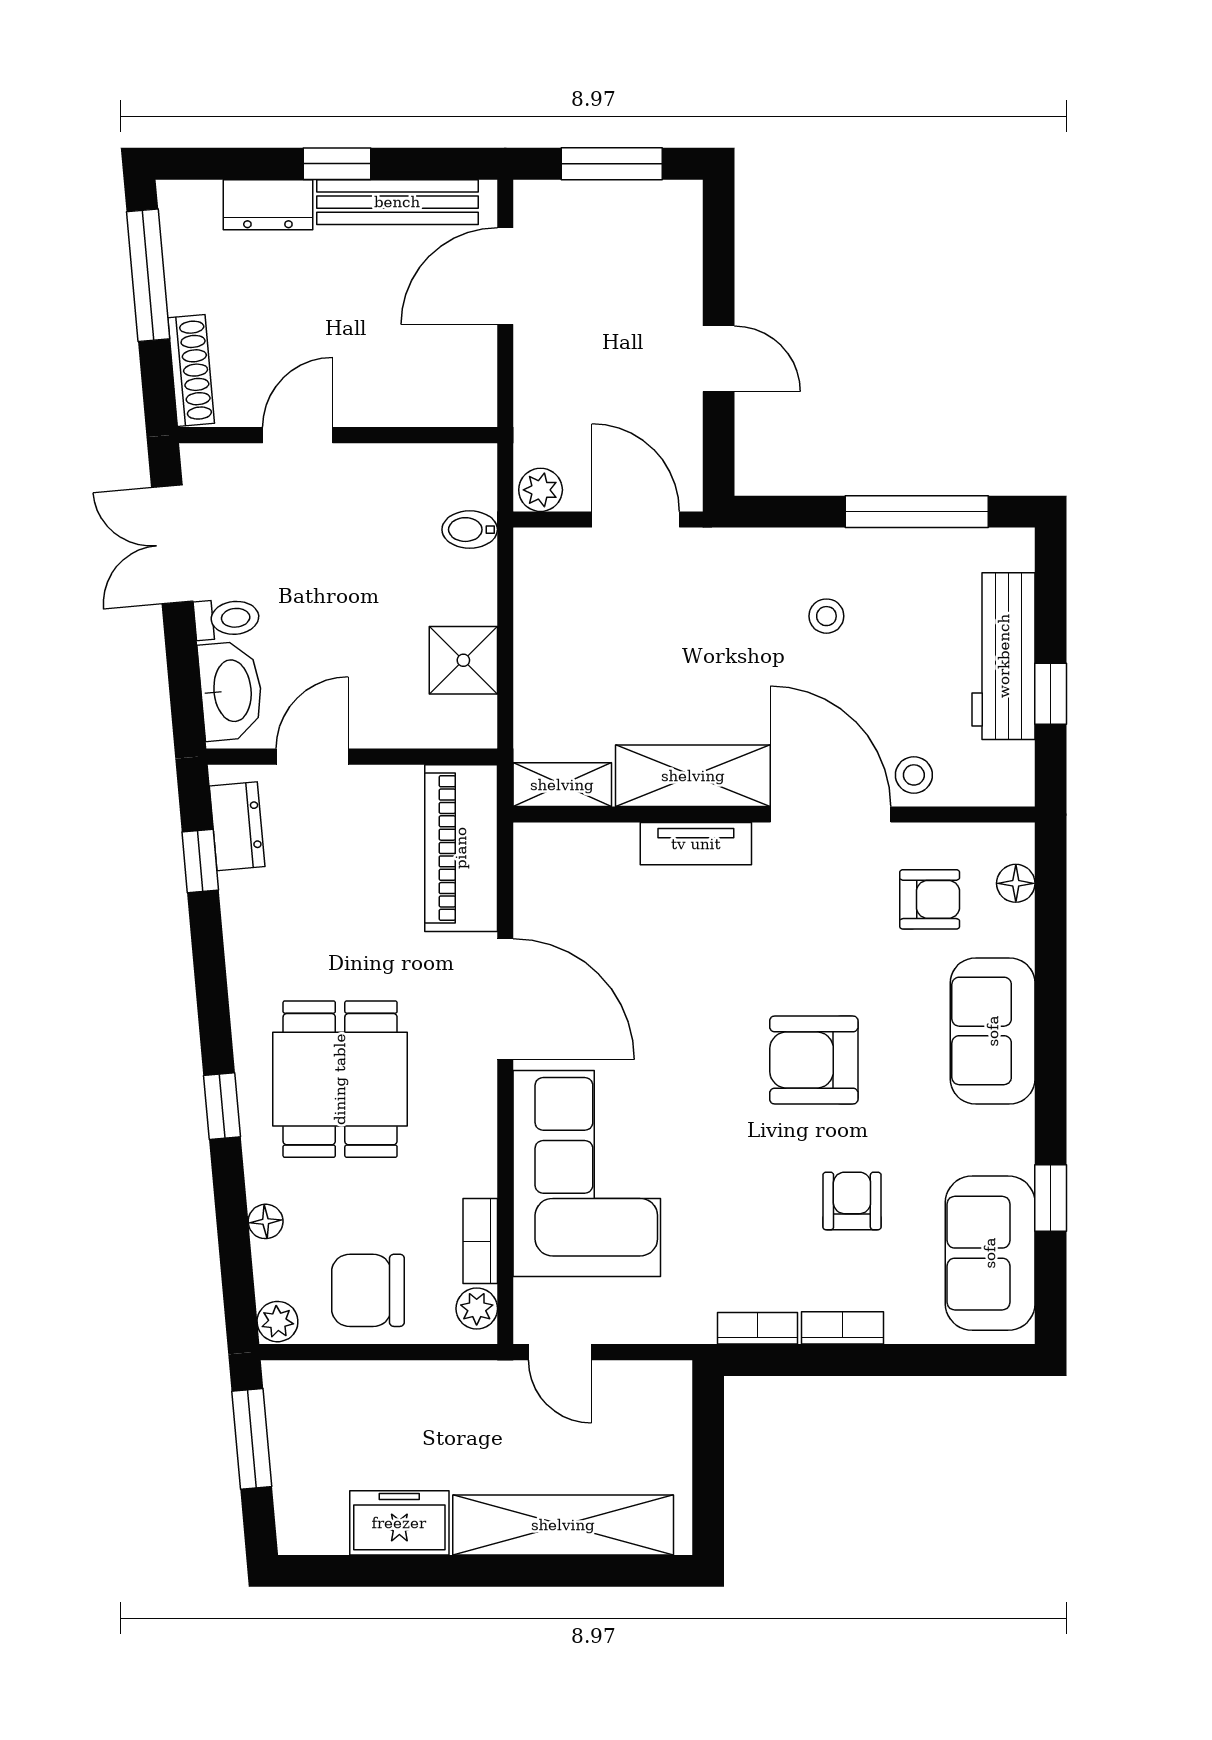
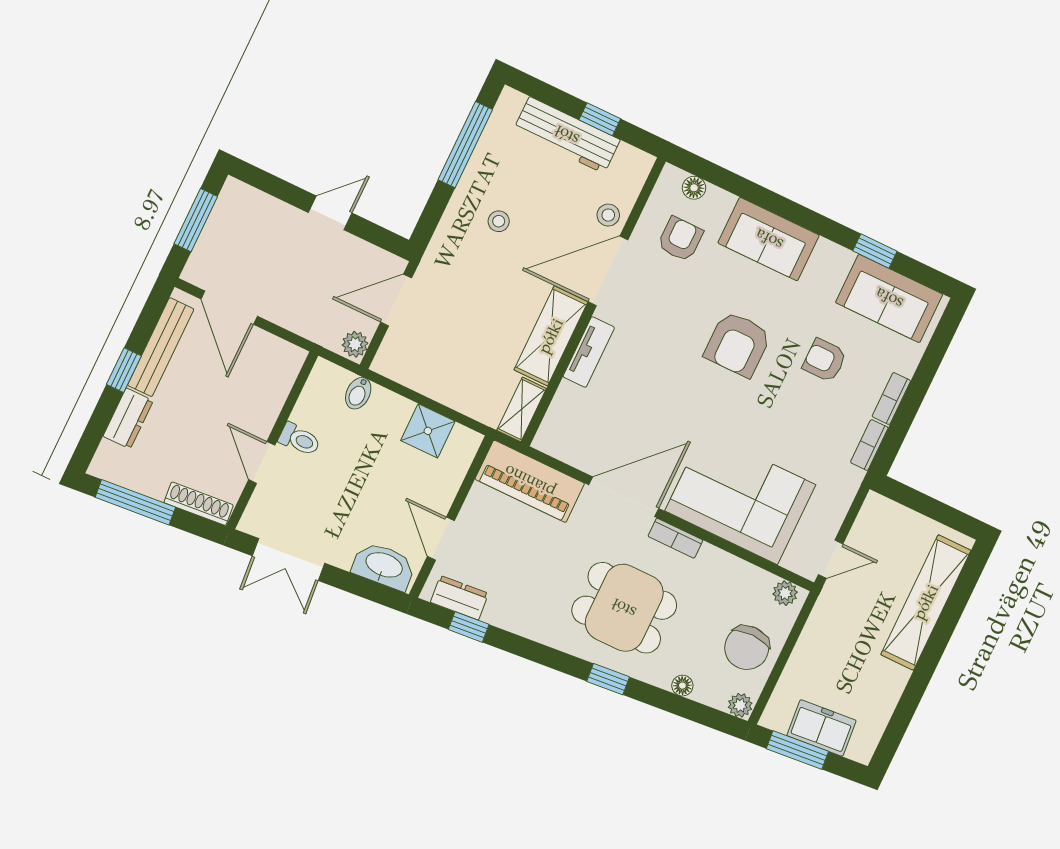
toilet: (227, 619) -> (300, 439), moved, turned 95
bookcase: (480, 1241) -> (675, 538), moved
freezer: (399, 1523) -> (822, 728), moved, turned 85

